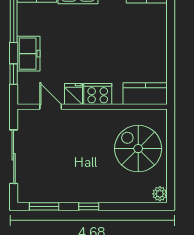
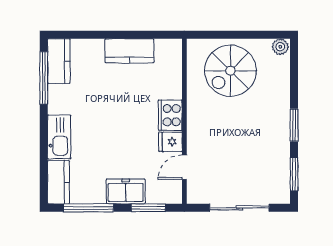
window: (14, 74) -> (148, 208), width x1.50
kitchen counter: (145, 94) -> (129, 51), moved, turned -90
window: (89, 206) -> (294, 125), width x1.50

